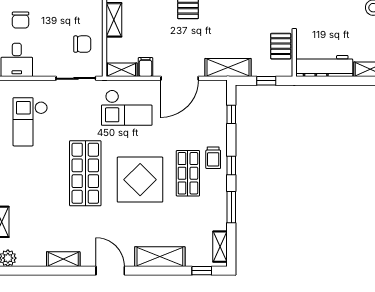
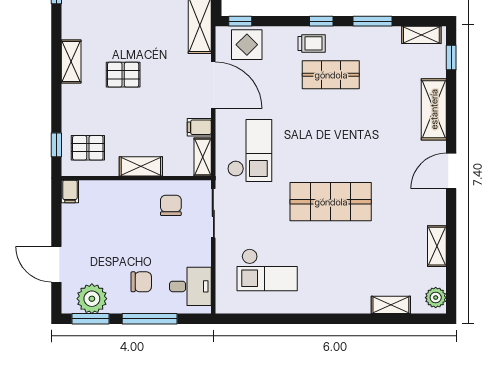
window: (231, 114) -> (240, 21), moved
display table: (140, 180) -> (247, 45), moved, width x0.54, depth x0.54
shelving: (63, 259) -> (437, 246), moved

